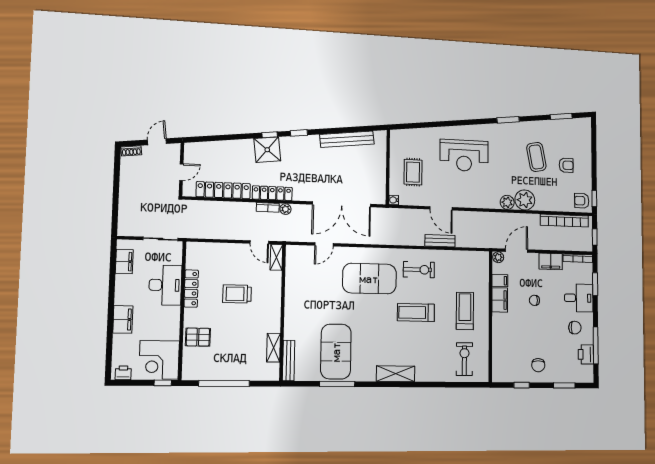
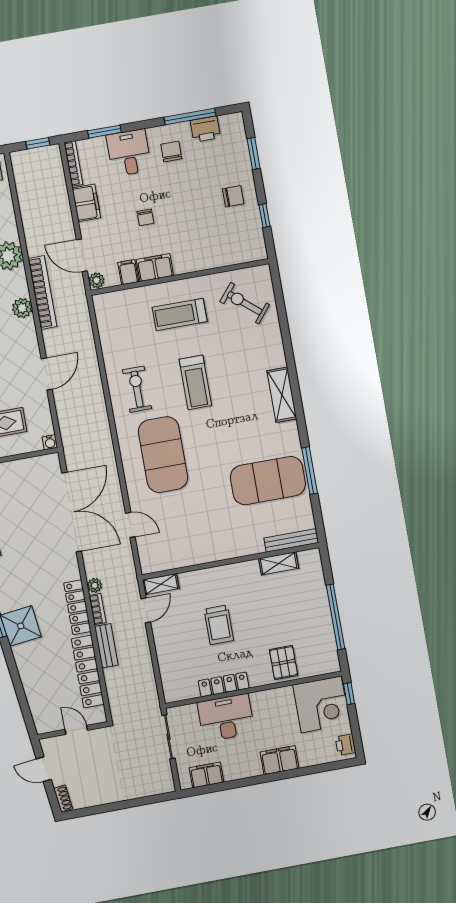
plant: (507, 202) -> (22, 308), moved
bookcase: (564, 221) -> (42, 293), moved
bench: (440, 241) -> (106, 646), moved
exercise bike: (464, 359) -> (245, 303), turned 40

